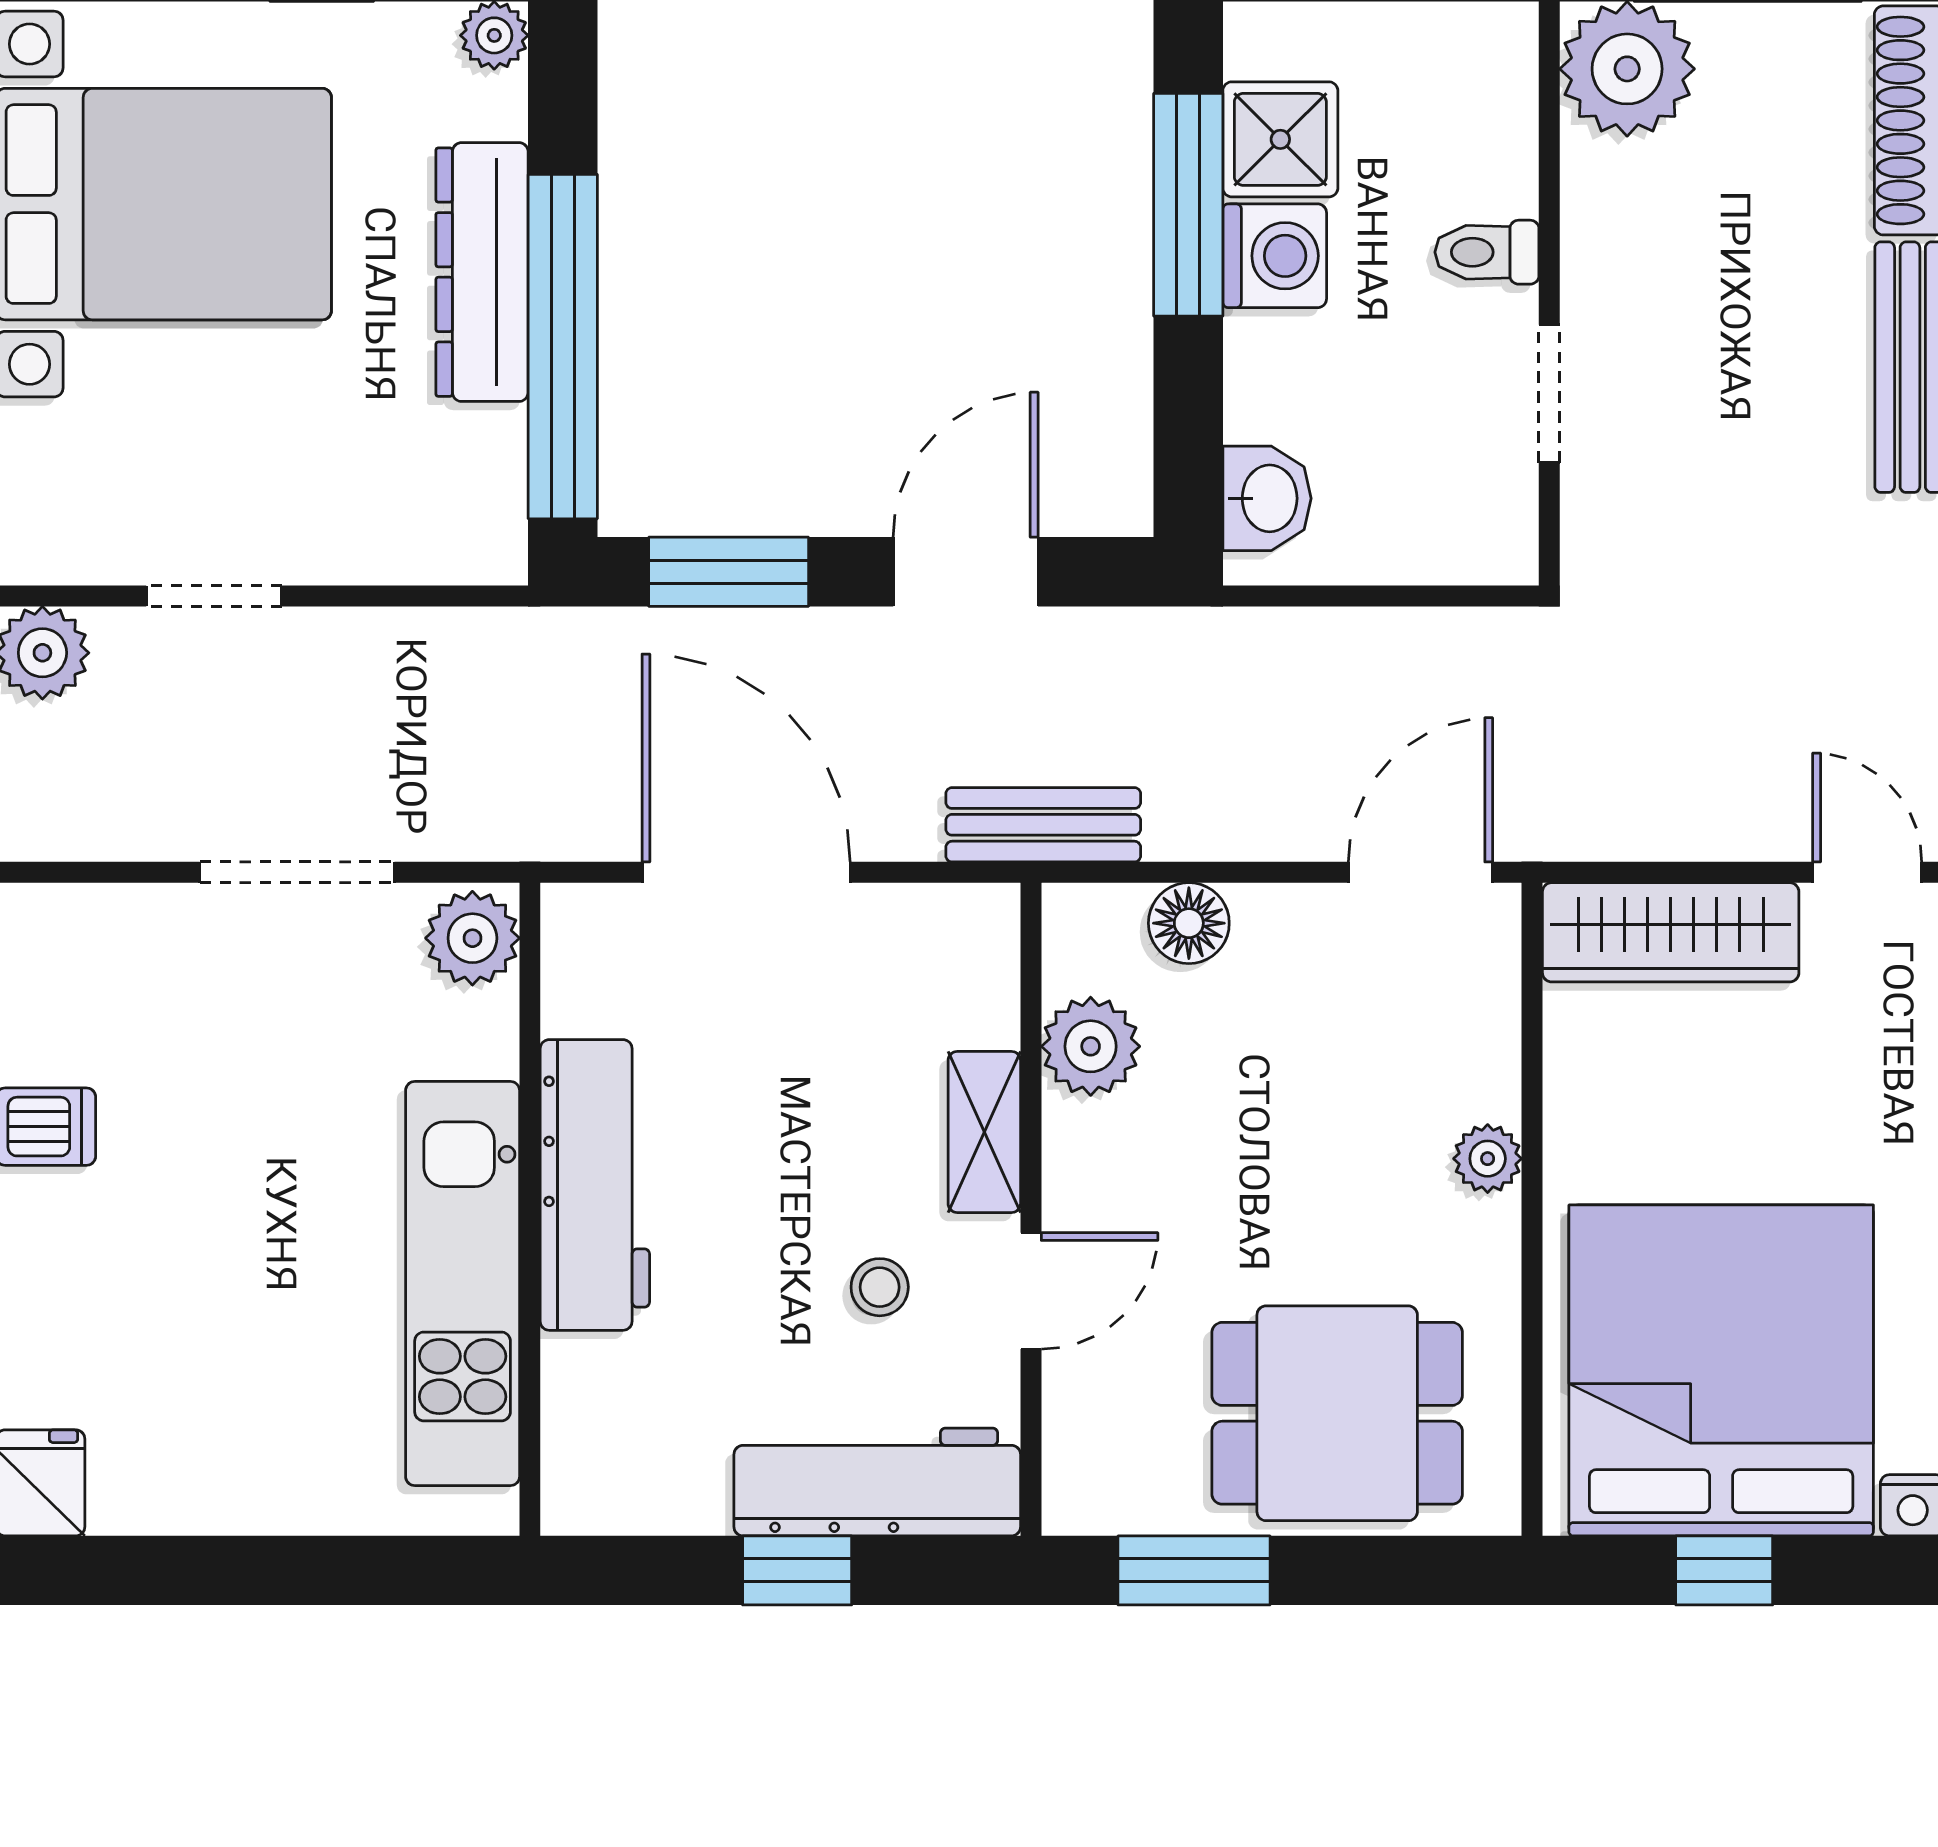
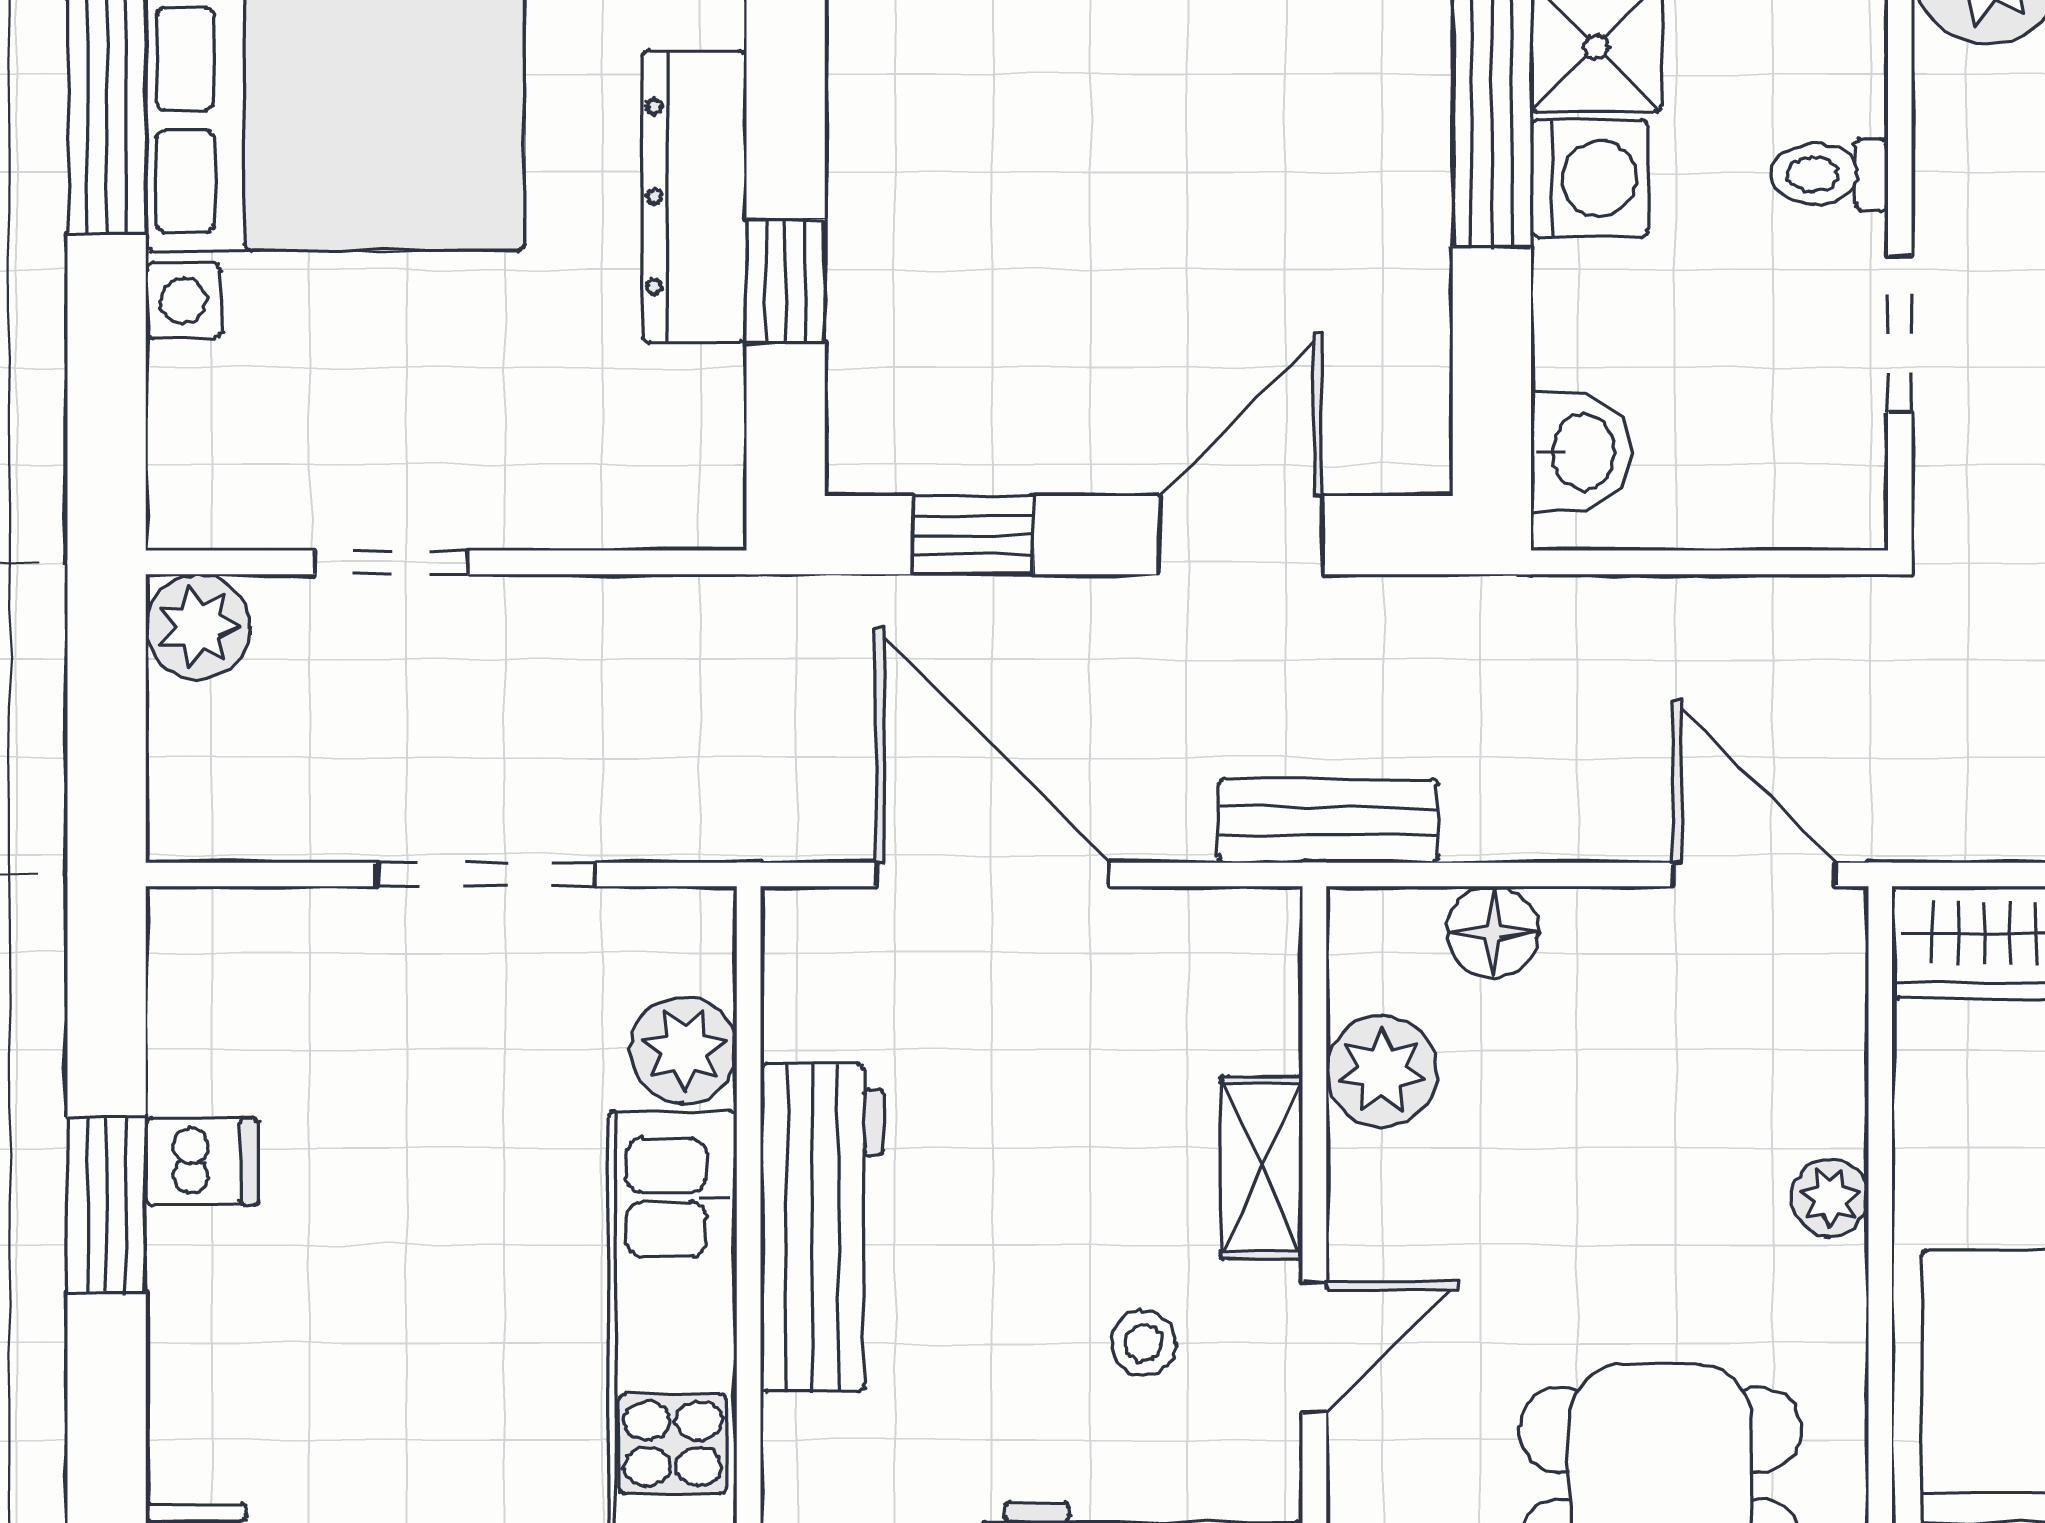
window: (563, 347) -> (786, 281), width x0.32
window: (729, 572) -> (973, 535), width x0.67
door: (1420, 872) -> (1754, 875), hinge flipped
plant: (472, 938) -> (684, 1050), moved

